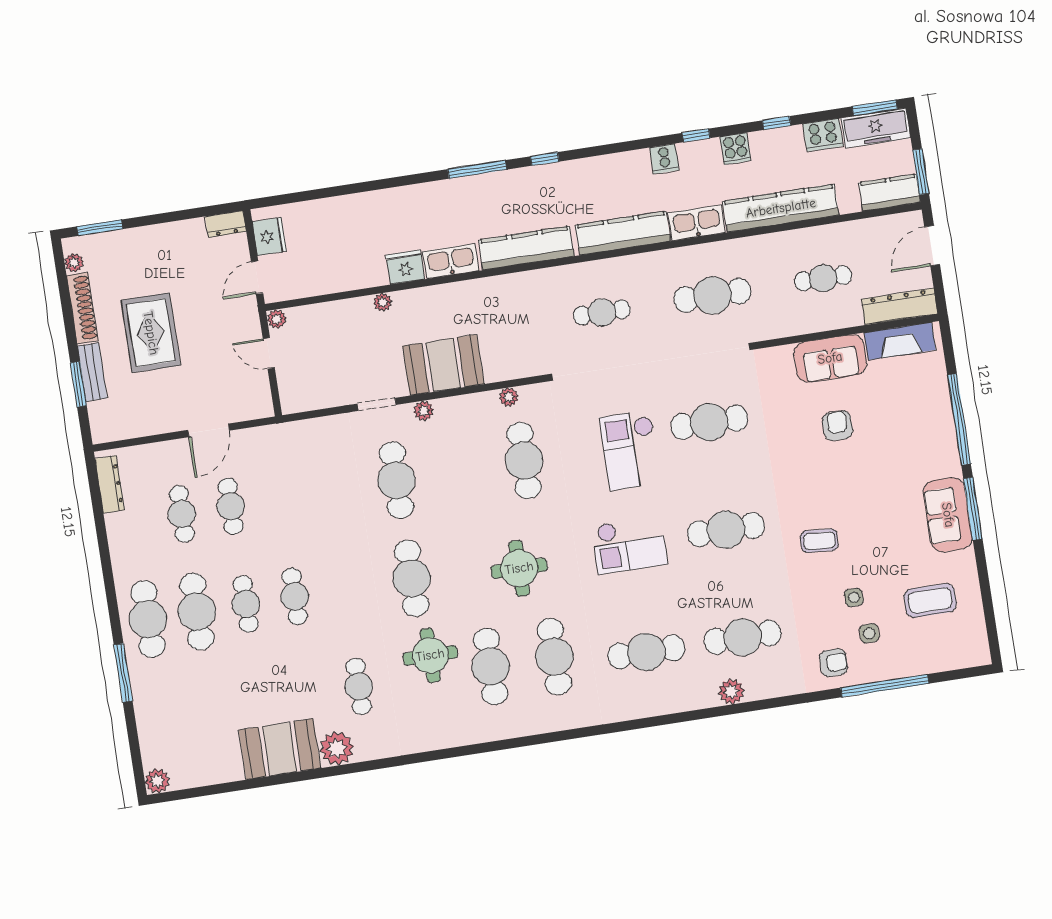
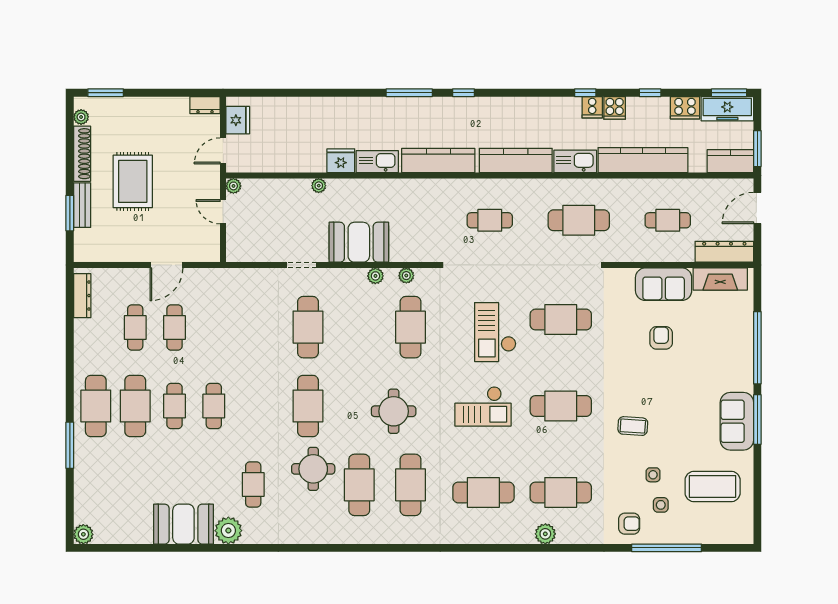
cooker: (664, 159) -> (592, 107), moved
plant: (424, 411) -> (375, 276), moved
coffee table: (930, 600) -> (713, 486), width x1.36, depth x1.32

